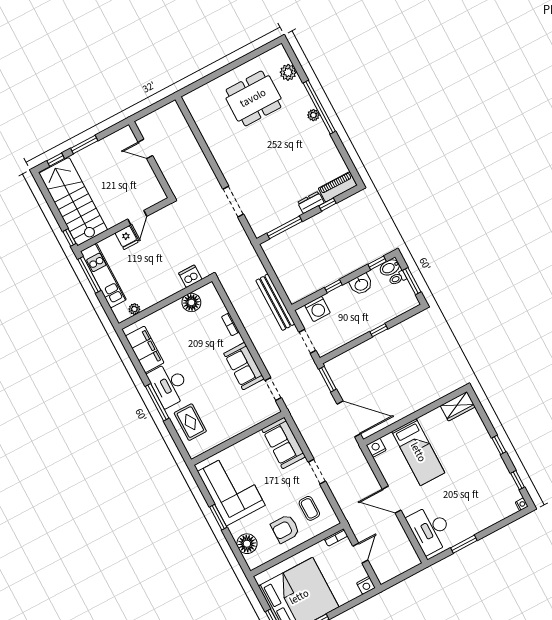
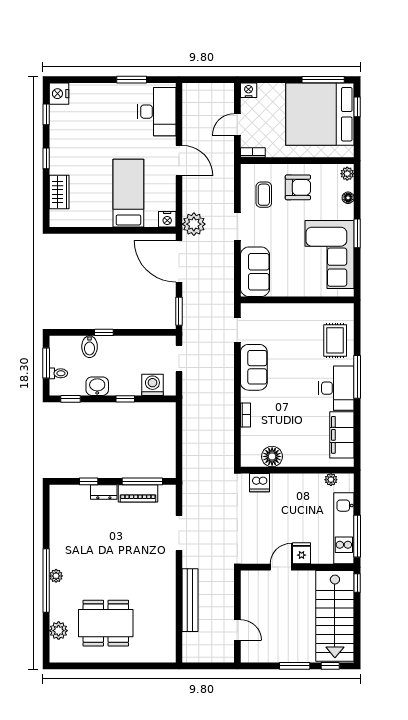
piano: (337, 187) -> (138, 493), moved
bidet: (390, 267) -> (90, 347), moved, turned 90
bench: (275, 302) -> (190, 600), moved
wardrobe: (458, 406) -> (59, 192), moved, turned 90
plant: (353, 455) -> (194, 224), added
nightstand: (522, 504) -> (59, 94), width x1.89, depth x1.79
floor lamp: (247, 544) -> (348, 198), width x0.53, depth x0.53
plant: (252, 561) -> (347, 174), added

